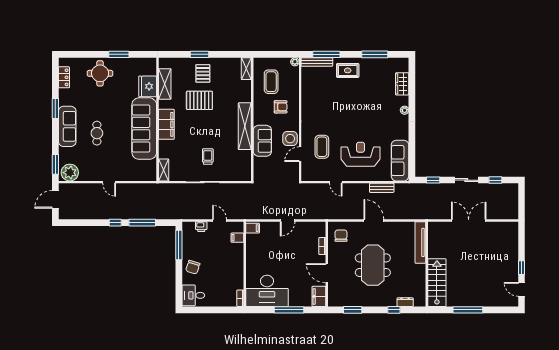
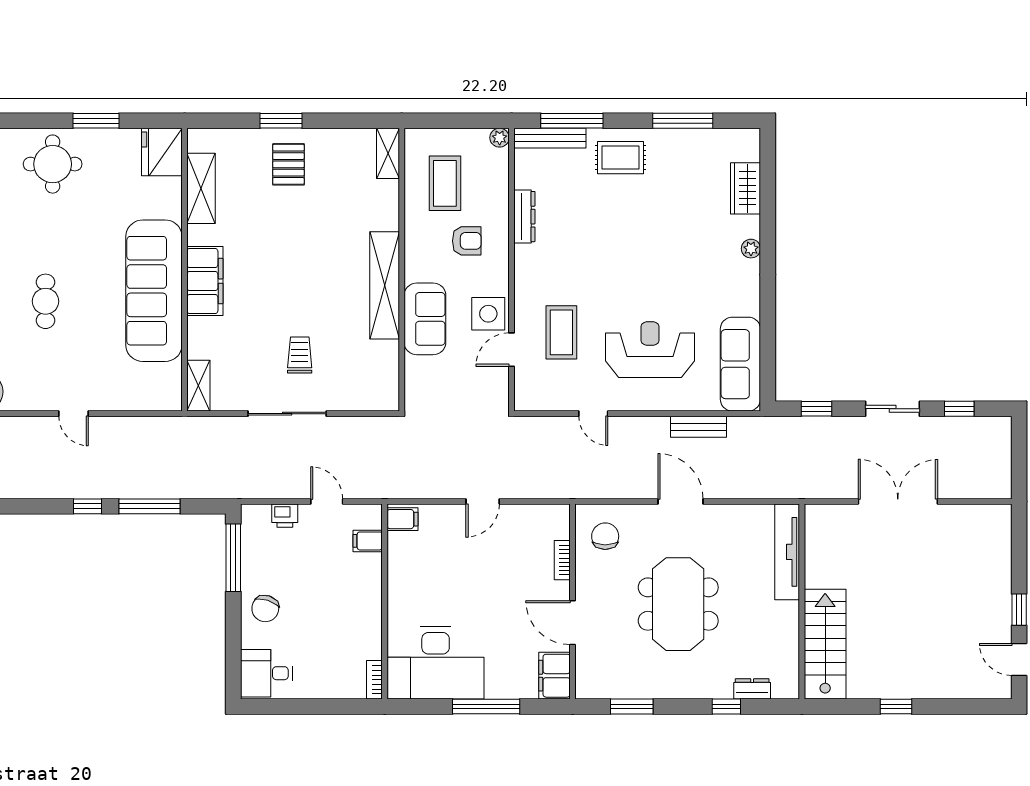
fridge: (148, 86) -> (162, 152), moved
dresser: (306, 96) -> (524, 217), added
pallet: (199, 100) -> (280, 226), removed
window: (468, 310) -> (896, 706), width x0.46

